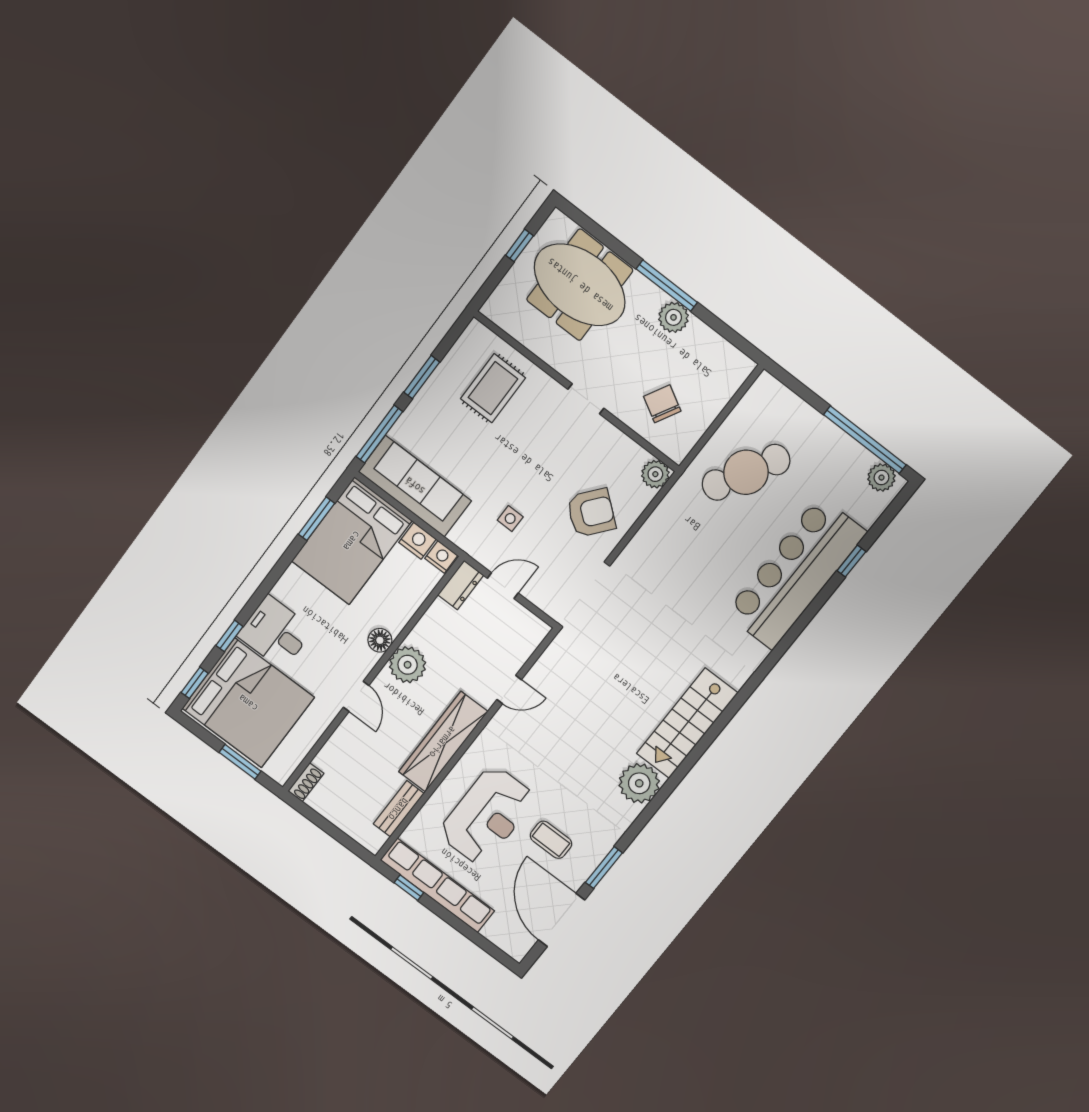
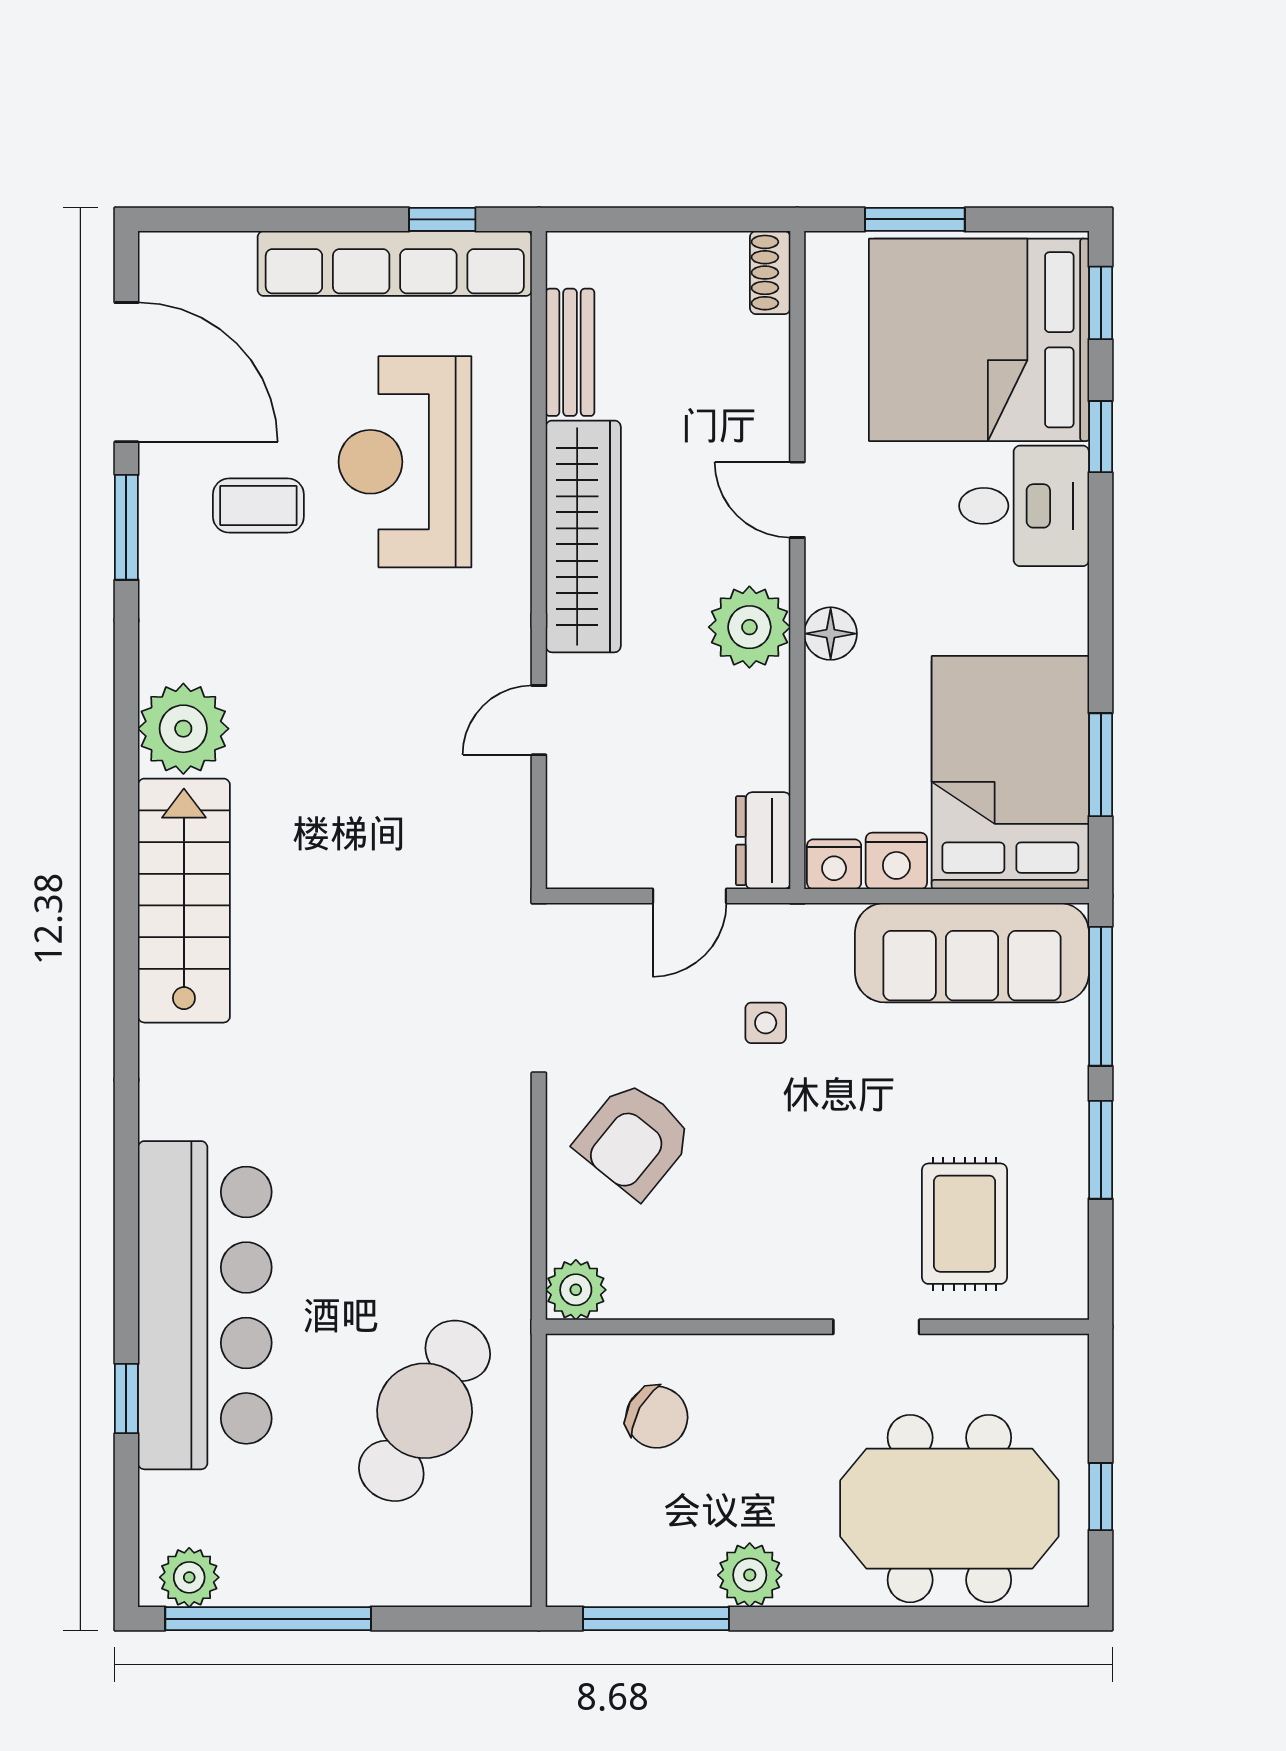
window: (667, 286) -> (656, 1619), moved
doorway: (586, 399) -> (876, 1327), moved

